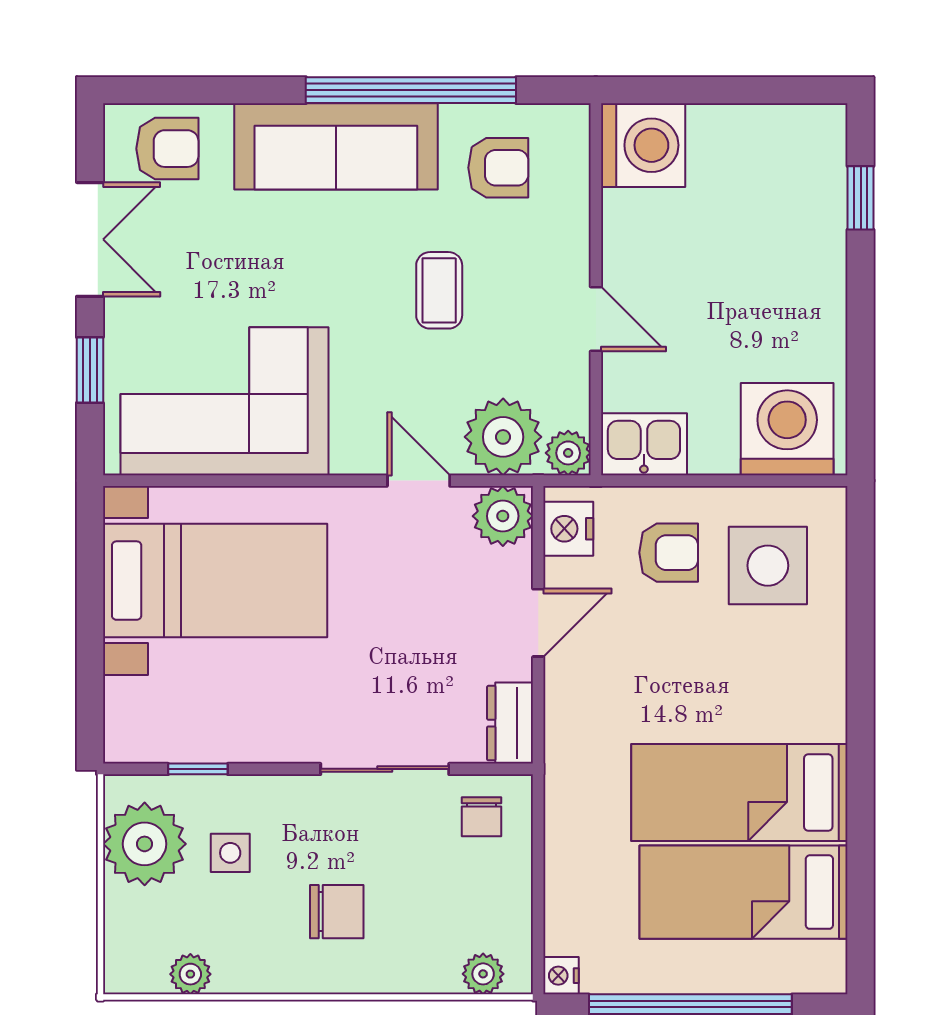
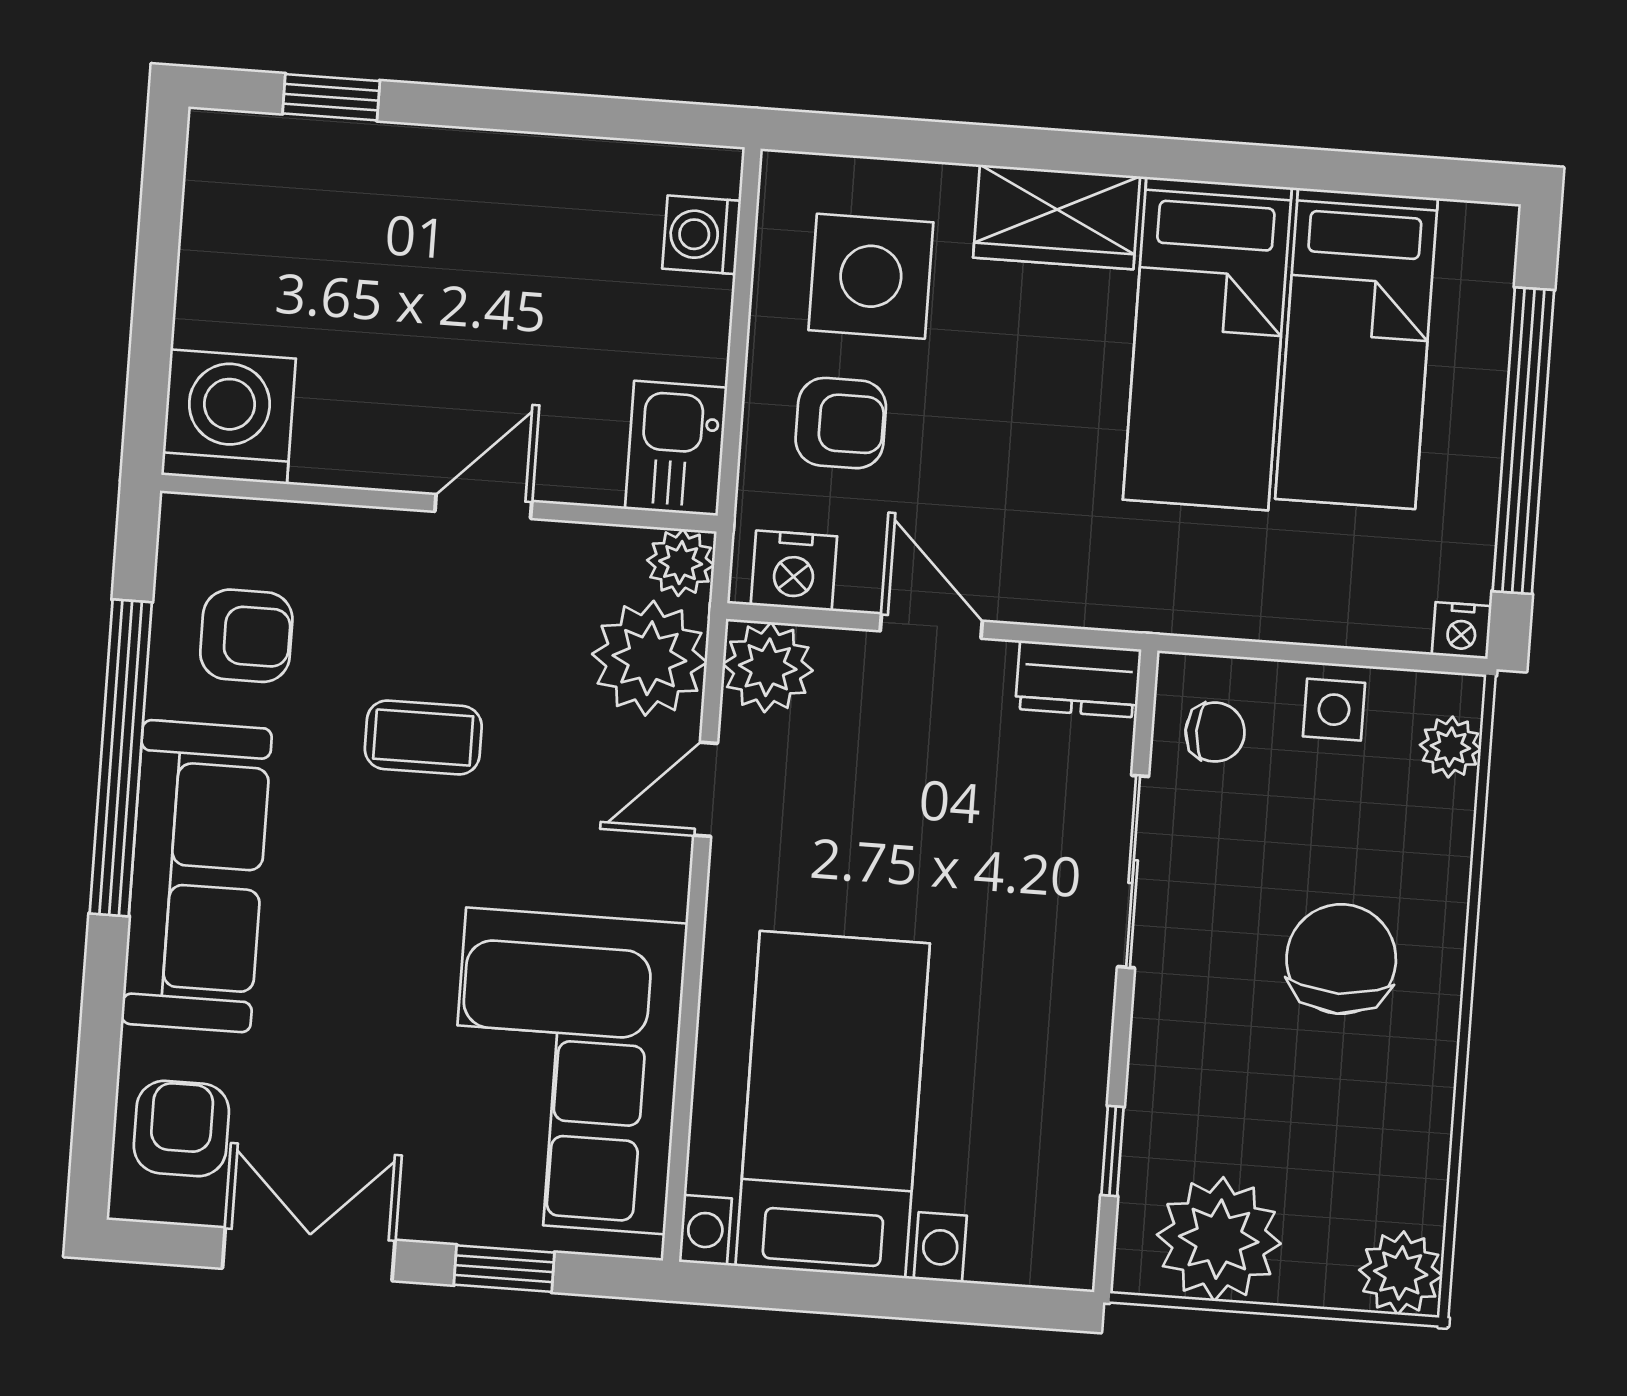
armchair: (498, 168) -> (246, 636), turned 90
washing machine: (787, 429) -> (702, 235), width x0.53, depth x0.53
armchair: (669, 553) -> (841, 423), turned 90
wardrobe: (816, 686) -> (1057, 217), added
side table: (230, 853) -> (1334, 710), moved
chair: (337, 912) -> (1341, 959), width x1.37, depth x1.37
plant: (190, 974) -> (1401, 1273), moved, width x1.38, depth x1.38

